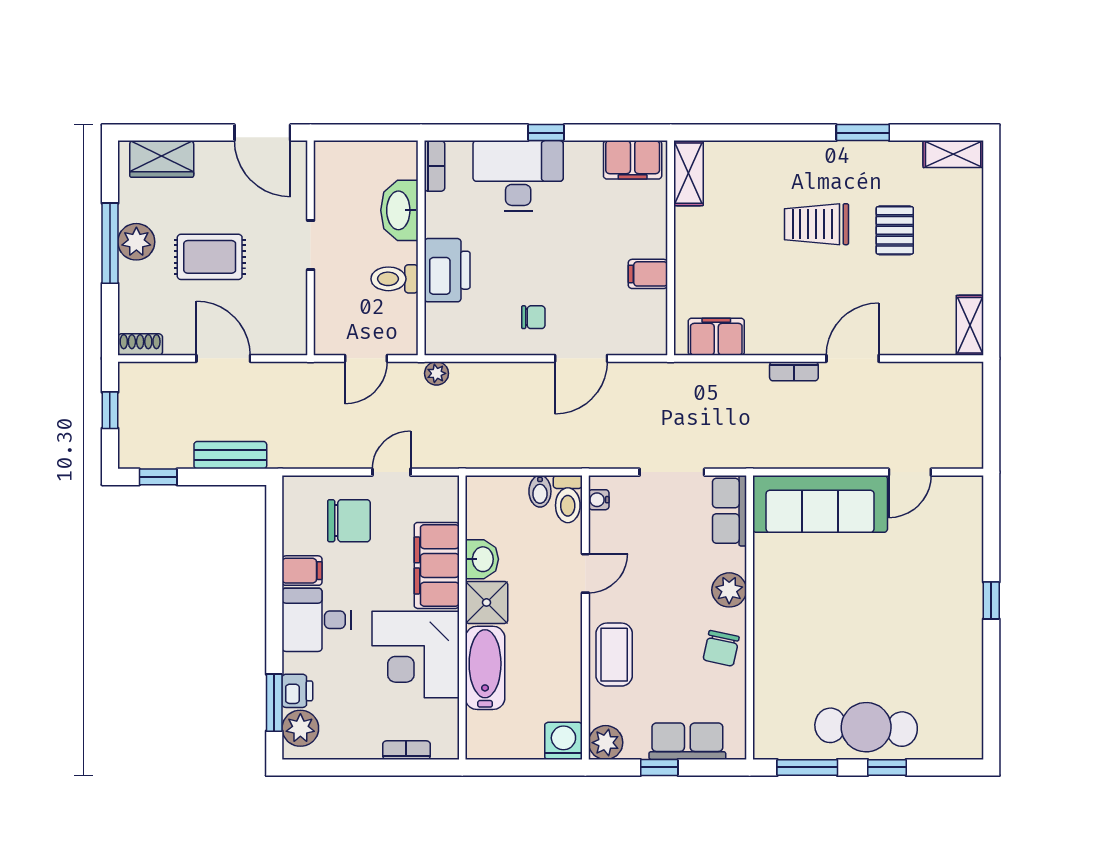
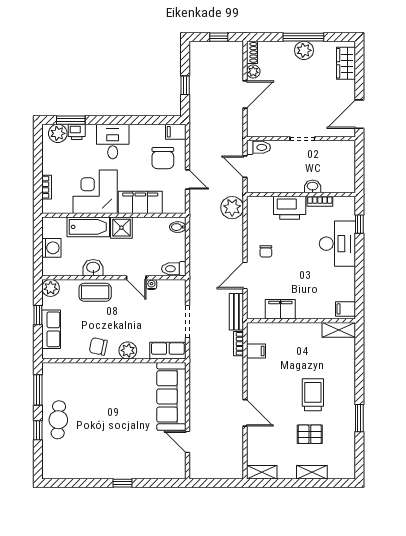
window: (546, 133) -> (359, 224), moved
shelving: (953, 154) -> (312, 472), moved, turned 90
filing cabinet: (633, 160) -> (345, 309), width x0.50
bookcase: (434, 166) -> (320, 201), moved
washbasin: (399, 210) -> (313, 186), width x0.52, depth x0.69
rug: (210, 257) -> (296, 88), removed
filing cabinet: (648, 274) -> (280, 309), width x2.00
toilet: (395, 279) -> (258, 147), moved, turned 90
filing cabinet: (716, 337) -> (256, 351), width x0.50
plant: (178, 342) -> (253, 72), added
door: (581, 358) -> (245, 275), hinge flipped
bookcase: (794, 371) -> (238, 344), moved
plant: (437, 373) -> (232, 208), width x1.88, depth x1.88
bench: (230, 455) -> (236, 312), moved
window: (158, 477) -> (185, 85), moved
bidet: (540, 491) -> (178, 227), moved
water cooler: (599, 500) -> (151, 284), moved
washbasin: (482, 559) -> (93, 268), moved, turned 180
filing cabinet: (302, 571) -> (176, 132), moved, turned 90
cafe table: (866, 727) -> (58, 420), width x0.73, depth x0.74
washing machine: (563, 741) -> (51, 248), moved

